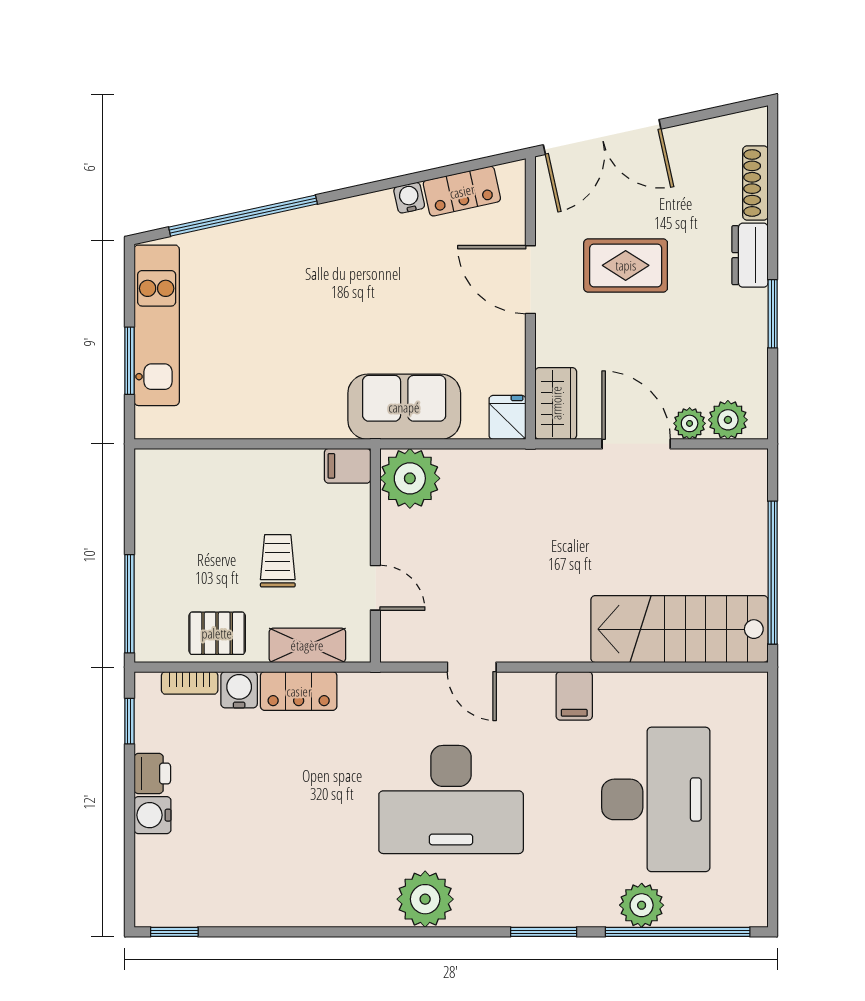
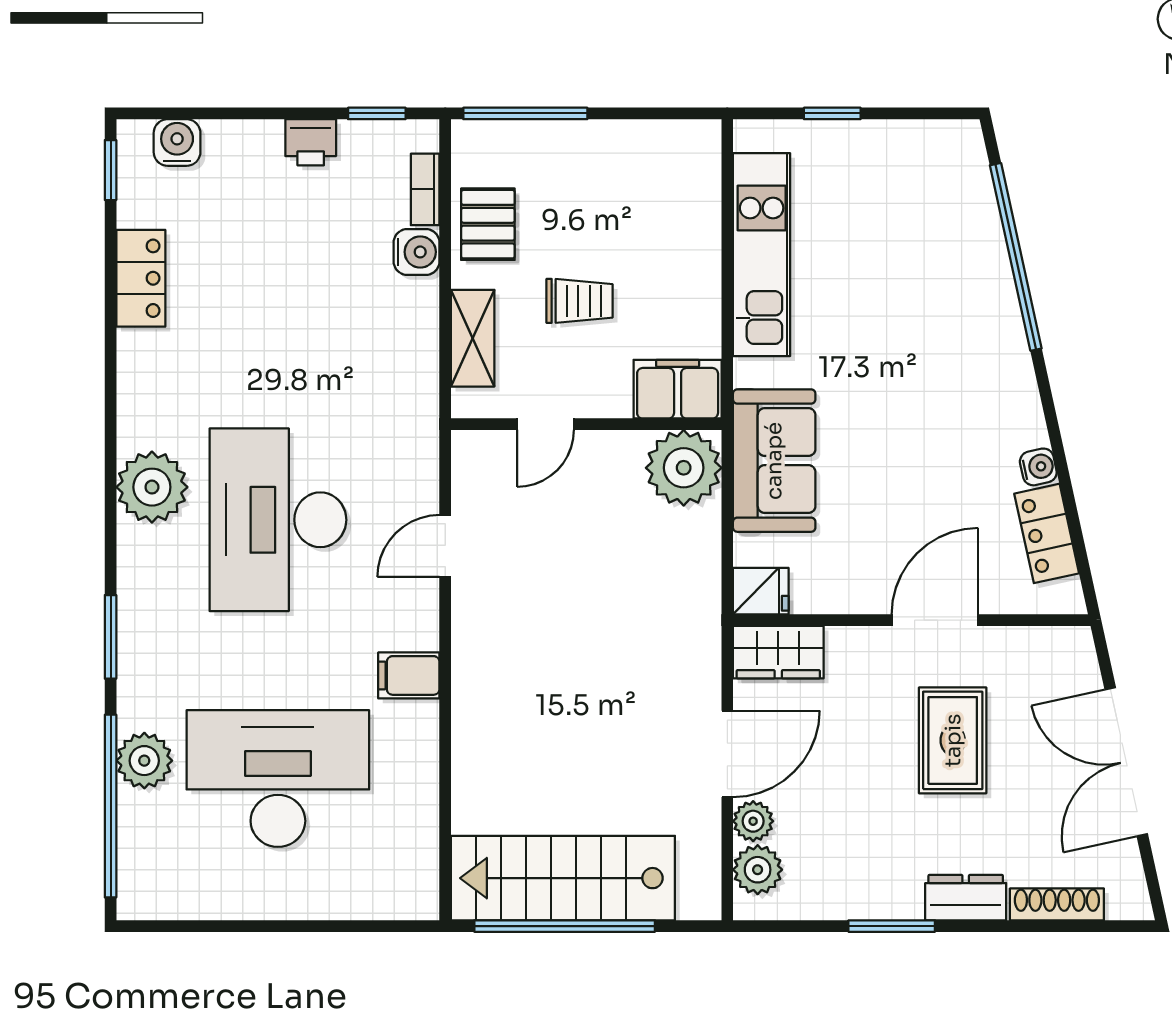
double door: (602, 137) -> (1126, 762), moved
kitchen unit: (157, 325) -> (762, 255), moved, turned -90
window: (129, 361) -> (832, 113), width x0.67
filing cabinet: (348, 466) -> (678, 389), width x2.00
stairs: (679, 629) -> (563, 878), moved, turned -90
locker: (299, 691) -> (141, 278), moved, turned 180
desk: (656, 799) -> (278, 778), turned 180
water cooler: (152, 815) -> (177, 143), moved

